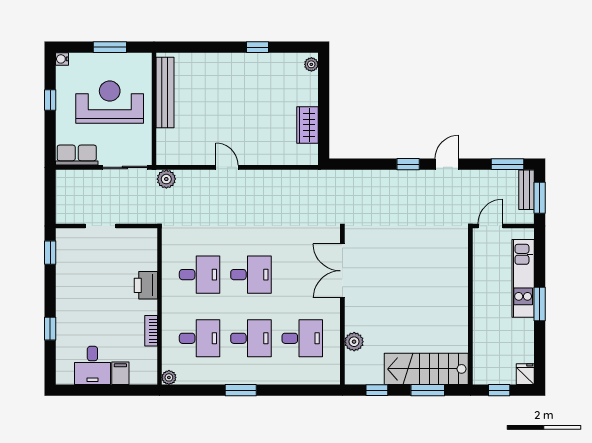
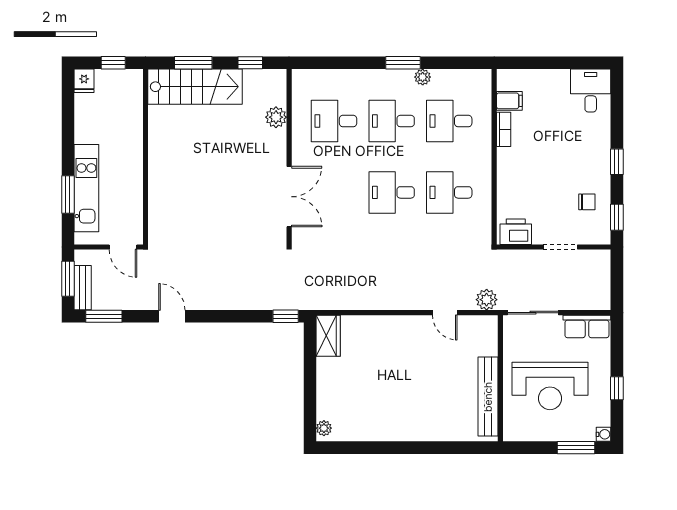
window: (110, 47) -> (576, 448), moved
window: (257, 47) -> (384, 448), removed
wardrobe: (308, 125) -> (328, 336), moved
window: (408, 164) -> (286, 316), moved
door: (447, 164) -> (172, 316), swing flipped
door: (227, 167) -> (445, 313), moved
door: (490, 226) -> (123, 247), hinge flipped
chair: (77, 266) -> (587, 202), added
printer: (146, 285) -> (516, 232), moved, turned -90
window: (540, 304) -> (68, 194), moved
window: (50, 329) -> (617, 162), moved
desk: (92, 365) -> (591, 91), moved
filing cabinet: (120, 373) -> (509, 101), moved, turned -90
plant: (169, 377) -> (423, 77), moved

